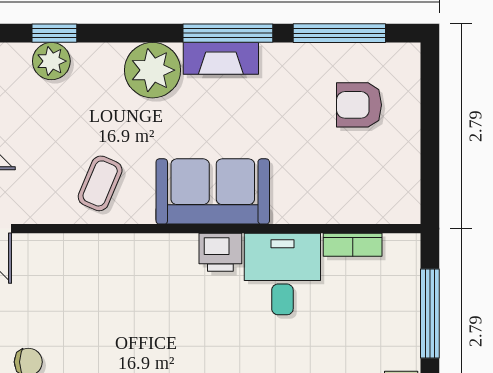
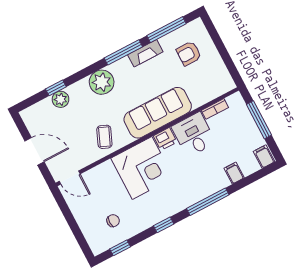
fireplace: (221, 58) -> (145, 53), moved
sofa: (213, 191) -> (158, 113), width x1.36
corner desk: (143, 286) -> (142, 168), added

